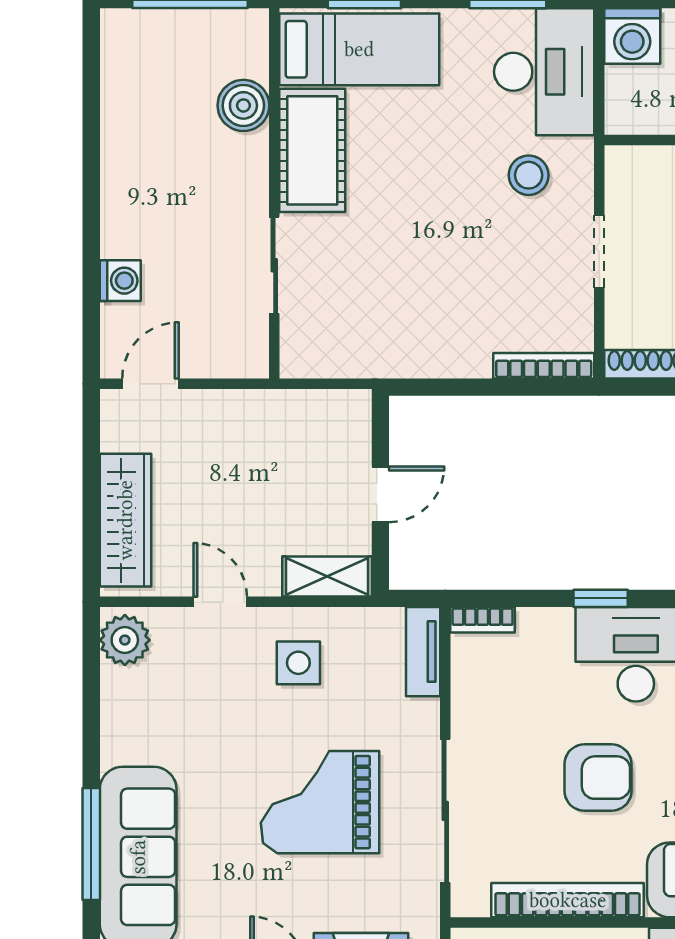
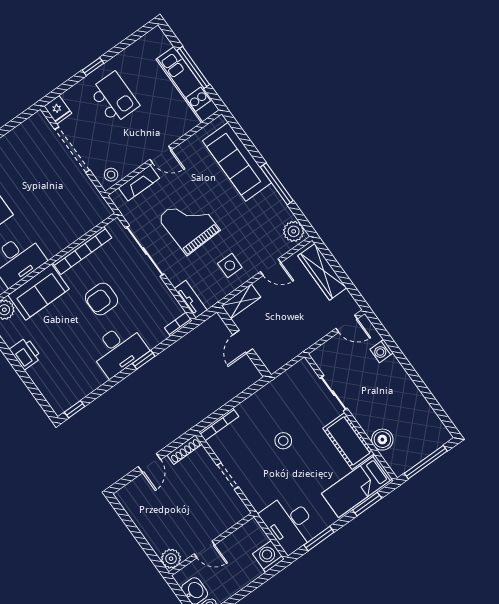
stool: (529, 175) -> (283, 441), moved
door: (150, 384) -> (347, 324), hinge flipped
grand piano: (320, 802) -> (189, 224), turned -92
window: (91, 844) -> (277, 184), moved

